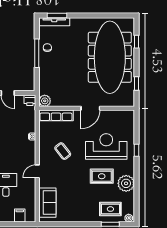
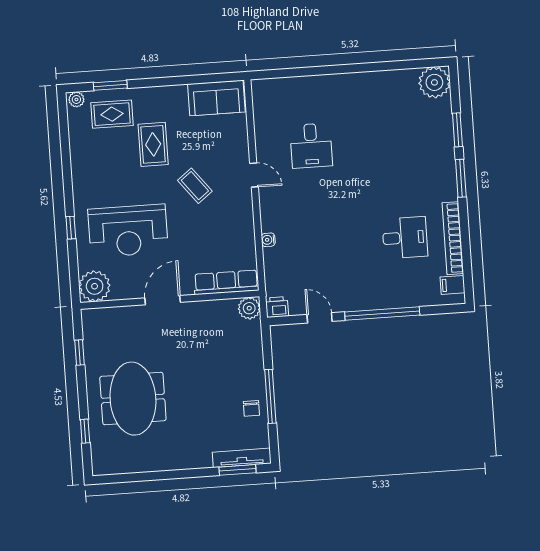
meeting table: (110, 57) -> (133, 399), width x0.54, depth x0.79
coffee table: (63, 151) -> (195, 186), moved
door: (37, 171) -> (254, 175), hinge flipped
rug: (102, 176) -> (153, 144), moved, turned 90
plant: (126, 183) -> (95, 286), moved
sofa: (47, 203) -> (216, 98), moved, turned -90
filing cabinet: (20, 216) -> (281, 90), removed

